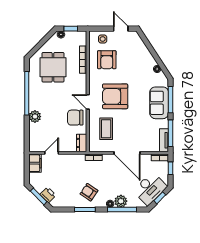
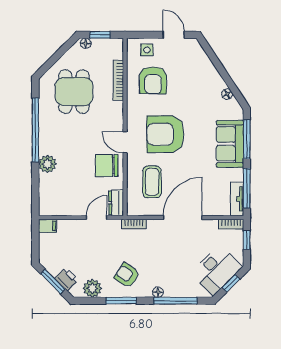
door: (52, 153) -> (97, 217), moved
door: (127, 153) -> (183, 217), swing flipped
filing cabinet: (35, 163) -> (48, 226), width x0.50
plant: (121, 201) -> (92, 288), moved

